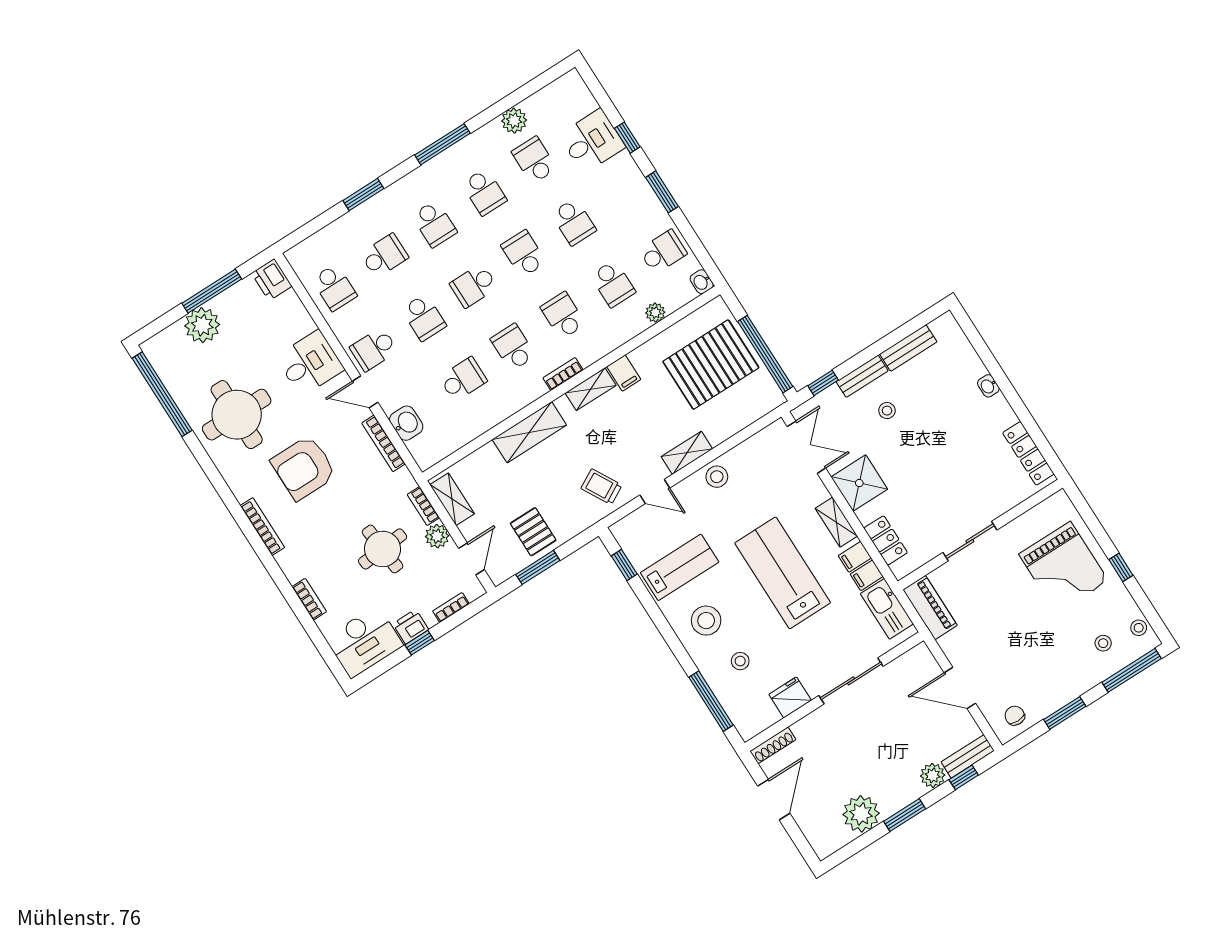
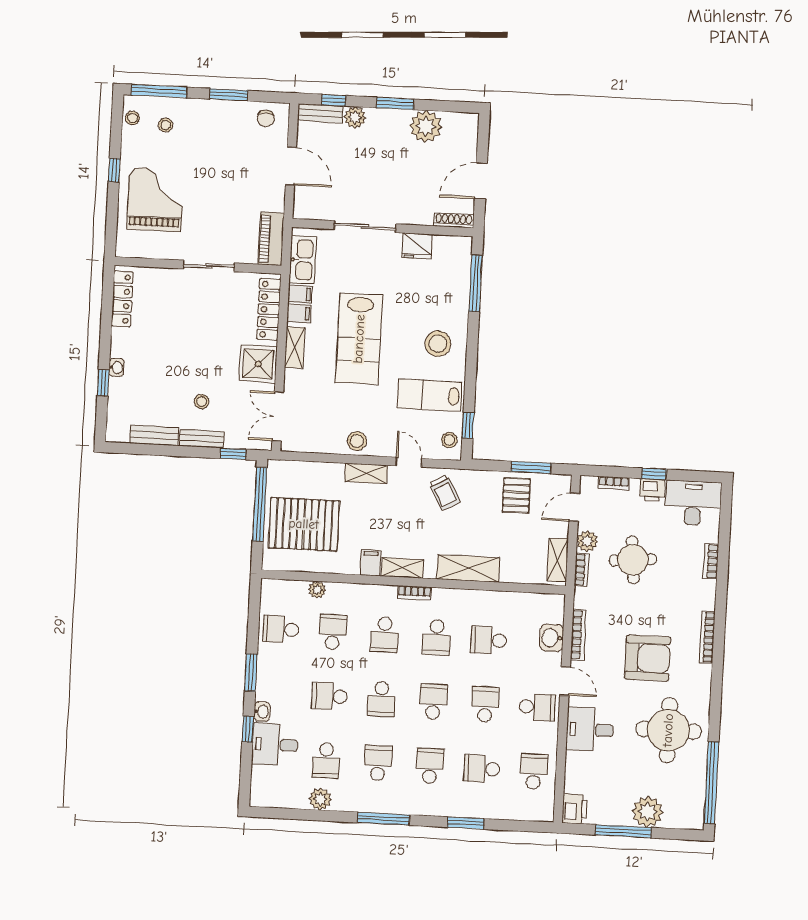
school desk: (574, 222) -> (329, 696), turned -90
washbasin: (702, 282) -> (262, 712), moved
school desk: (474, 286) -> (433, 702), turned -90
window: (991, 363) -> (103, 383), added
locker: (886, 540) -> (269, 309), width x1.53
stool: (740, 661) -> (449, 440), moved

